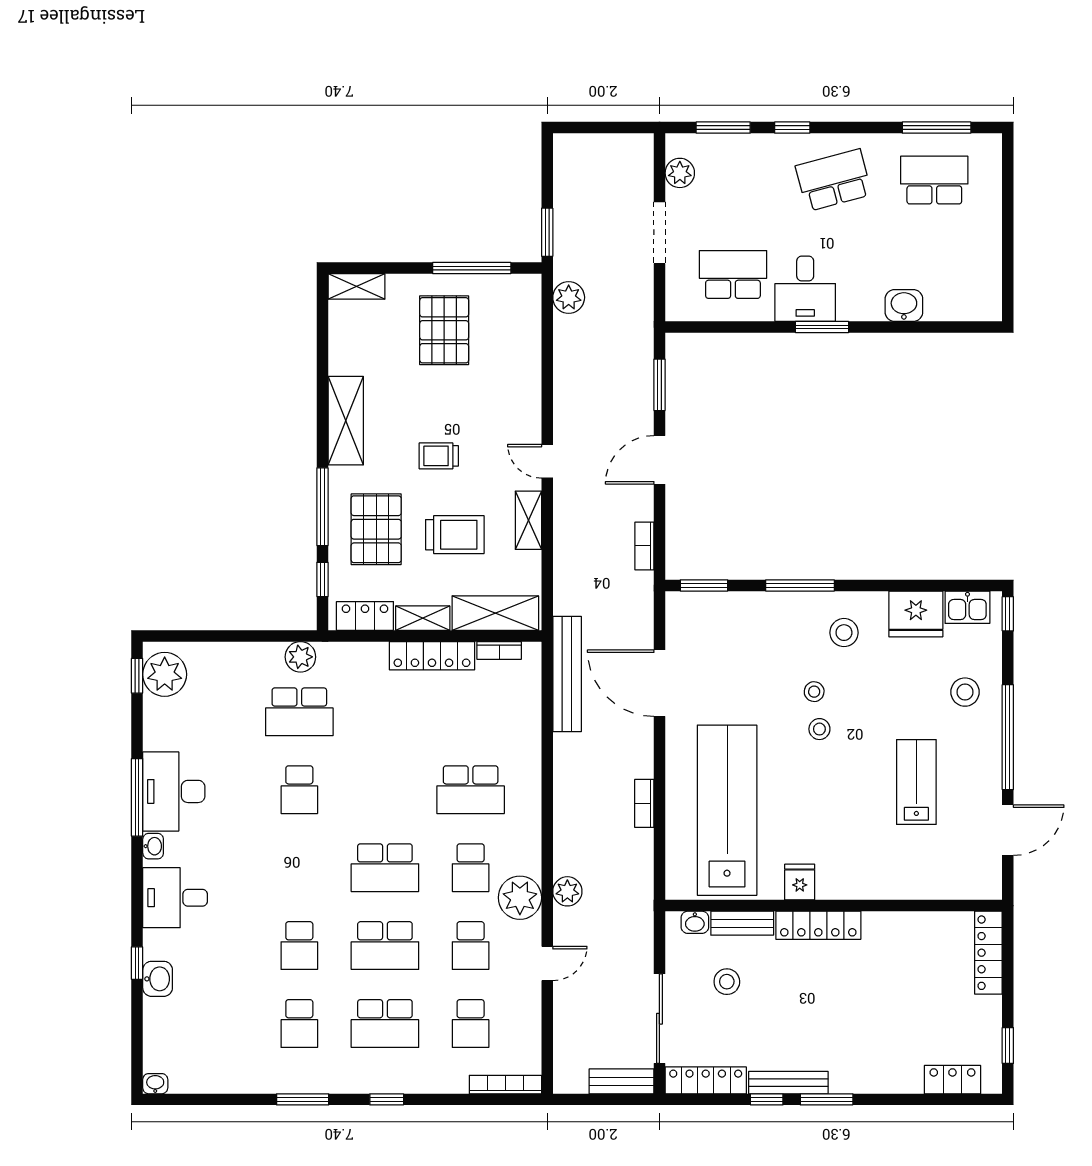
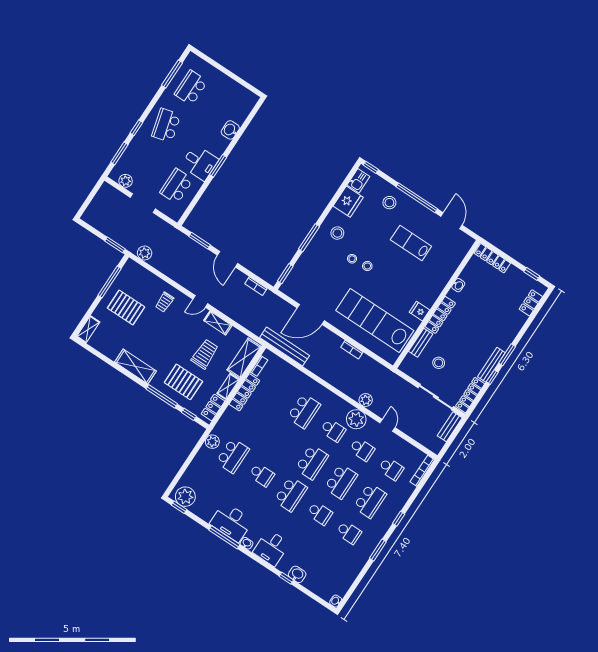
trolley: (439, 456) -> (164, 302), moved
school desk: (299, 868) -> (291, 494), added
washbasin: (695, 922) -> (458, 285), moved

